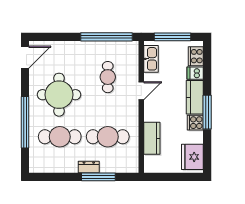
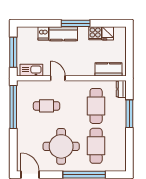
cooker: (196, 56) -> (29, 33), removed
cooker: (195, 123) -> (95, 33), moved
kitchen counter: (152, 138) -> (109, 69), moved
fridge: (192, 157) -> (108, 33), width x0.53, depth x0.75
dresser: (89, 167) -> (121, 89), moved

